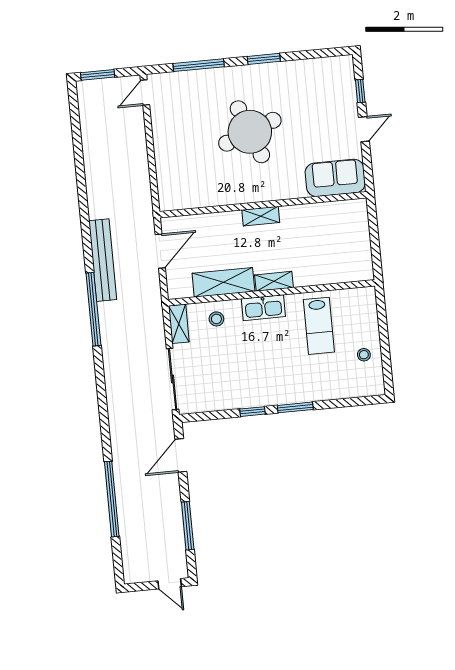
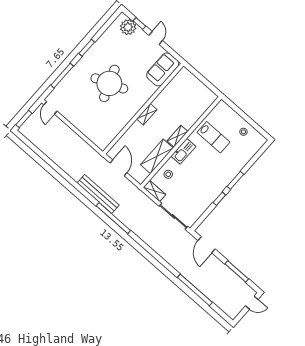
plant: (341, 82) -> (128, 27), added

